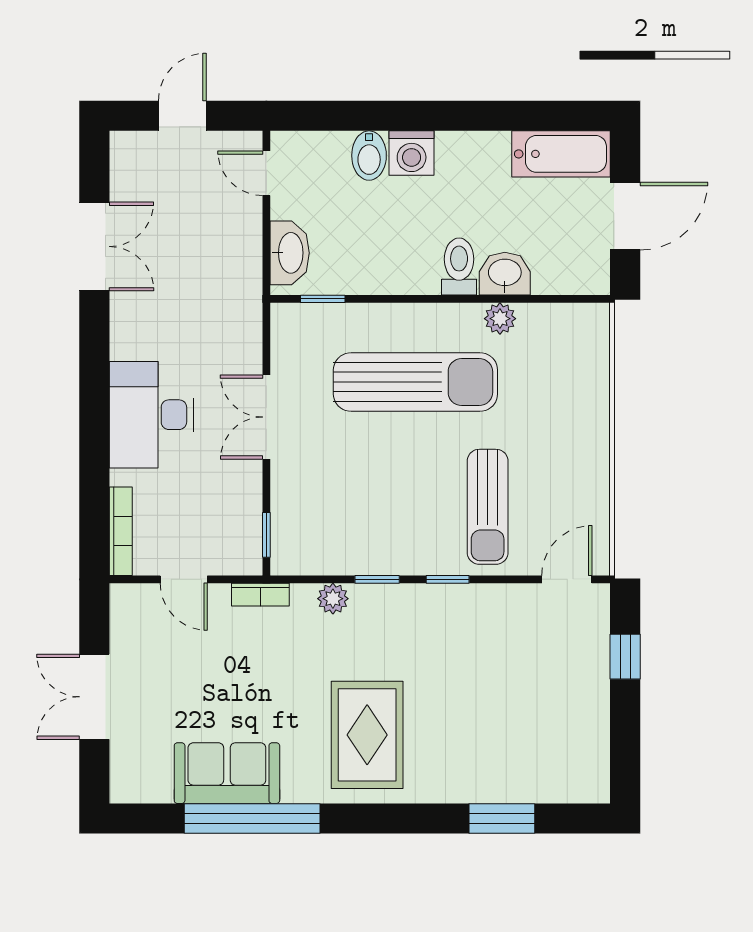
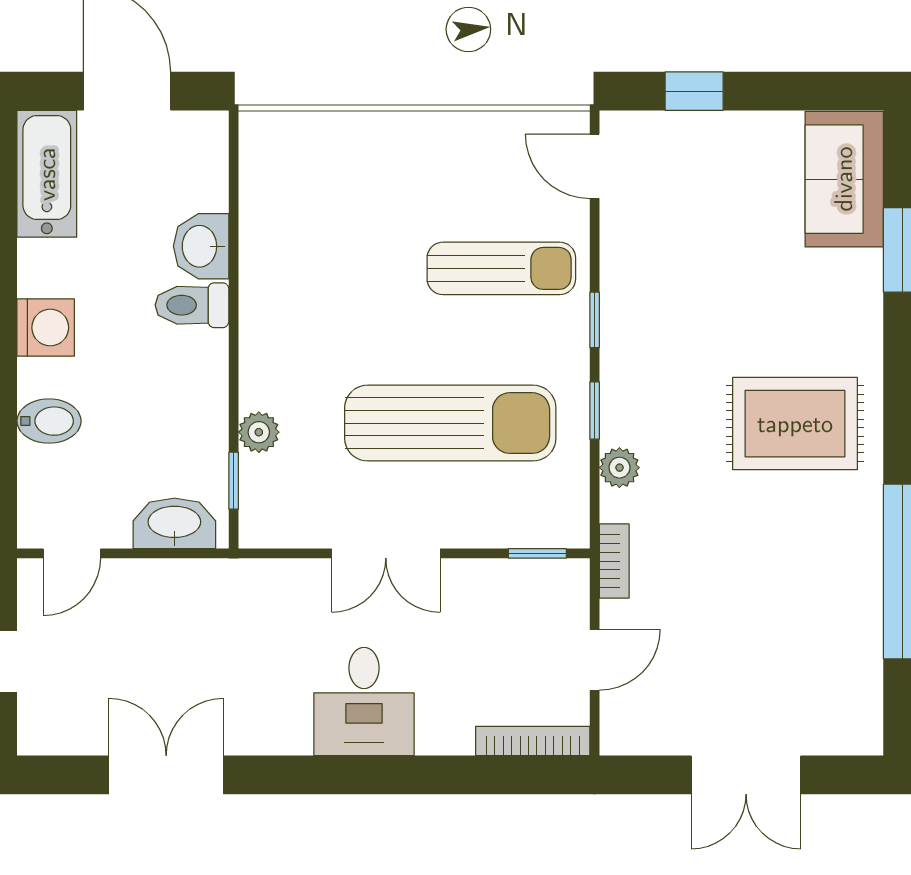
washing machine: (412, 153) -> (46, 328), moved
plant: (500, 319) -> (259, 432), moved
sun lounger: (415, 382) -> (450, 423), moved, turned 90
desk: (151, 415) -> (364, 701), width x0.73
sofa: (227, 773) -> (844, 179), moved

